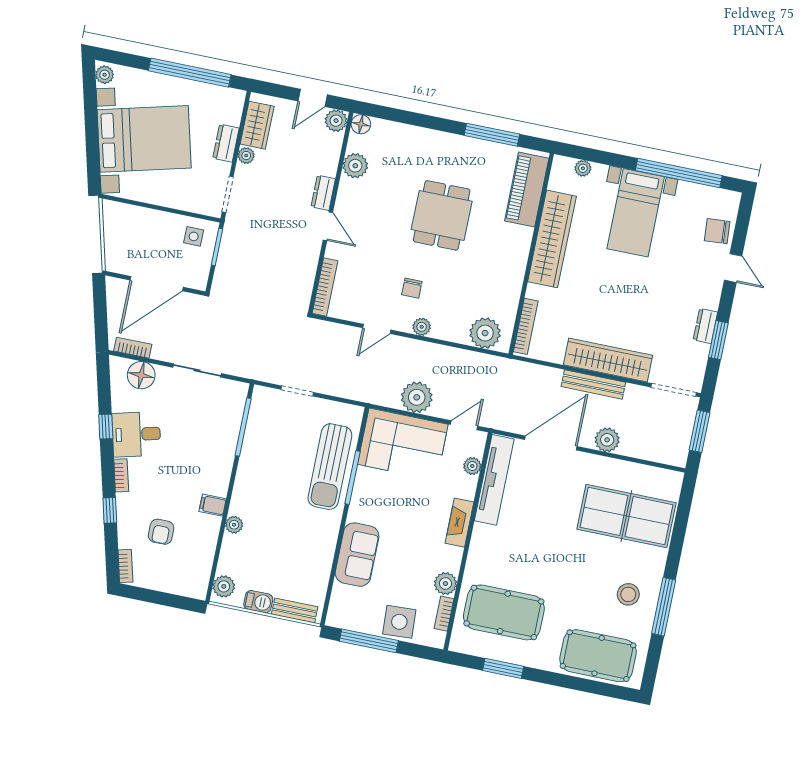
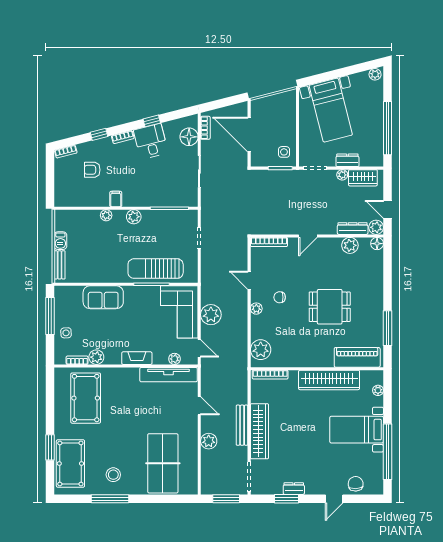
bed with nightstands: (144, 139) -> (331, 110), width x0.73
dresser: (323, 193) -> (353, 229), moved, width x1.44
door: (551, 443) -> (199, 406), width x0.53
plant: (224, 586) -> (134, 217), moved
side table: (399, 622) -> (66, 333), width x0.54, depth x0.54
window: (503, 668) -> (50, 447), moved

